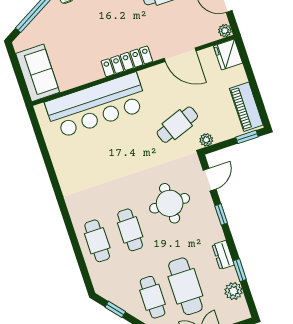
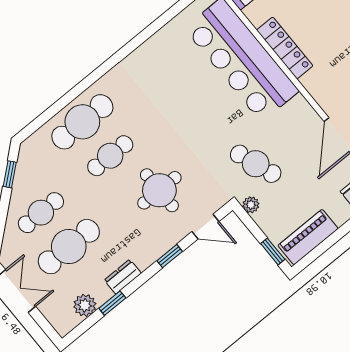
locker: (127, 61) -> (285, 48), moved
cafe table: (97, 241) -> (82, 122), width x1.37, depth x1.35

